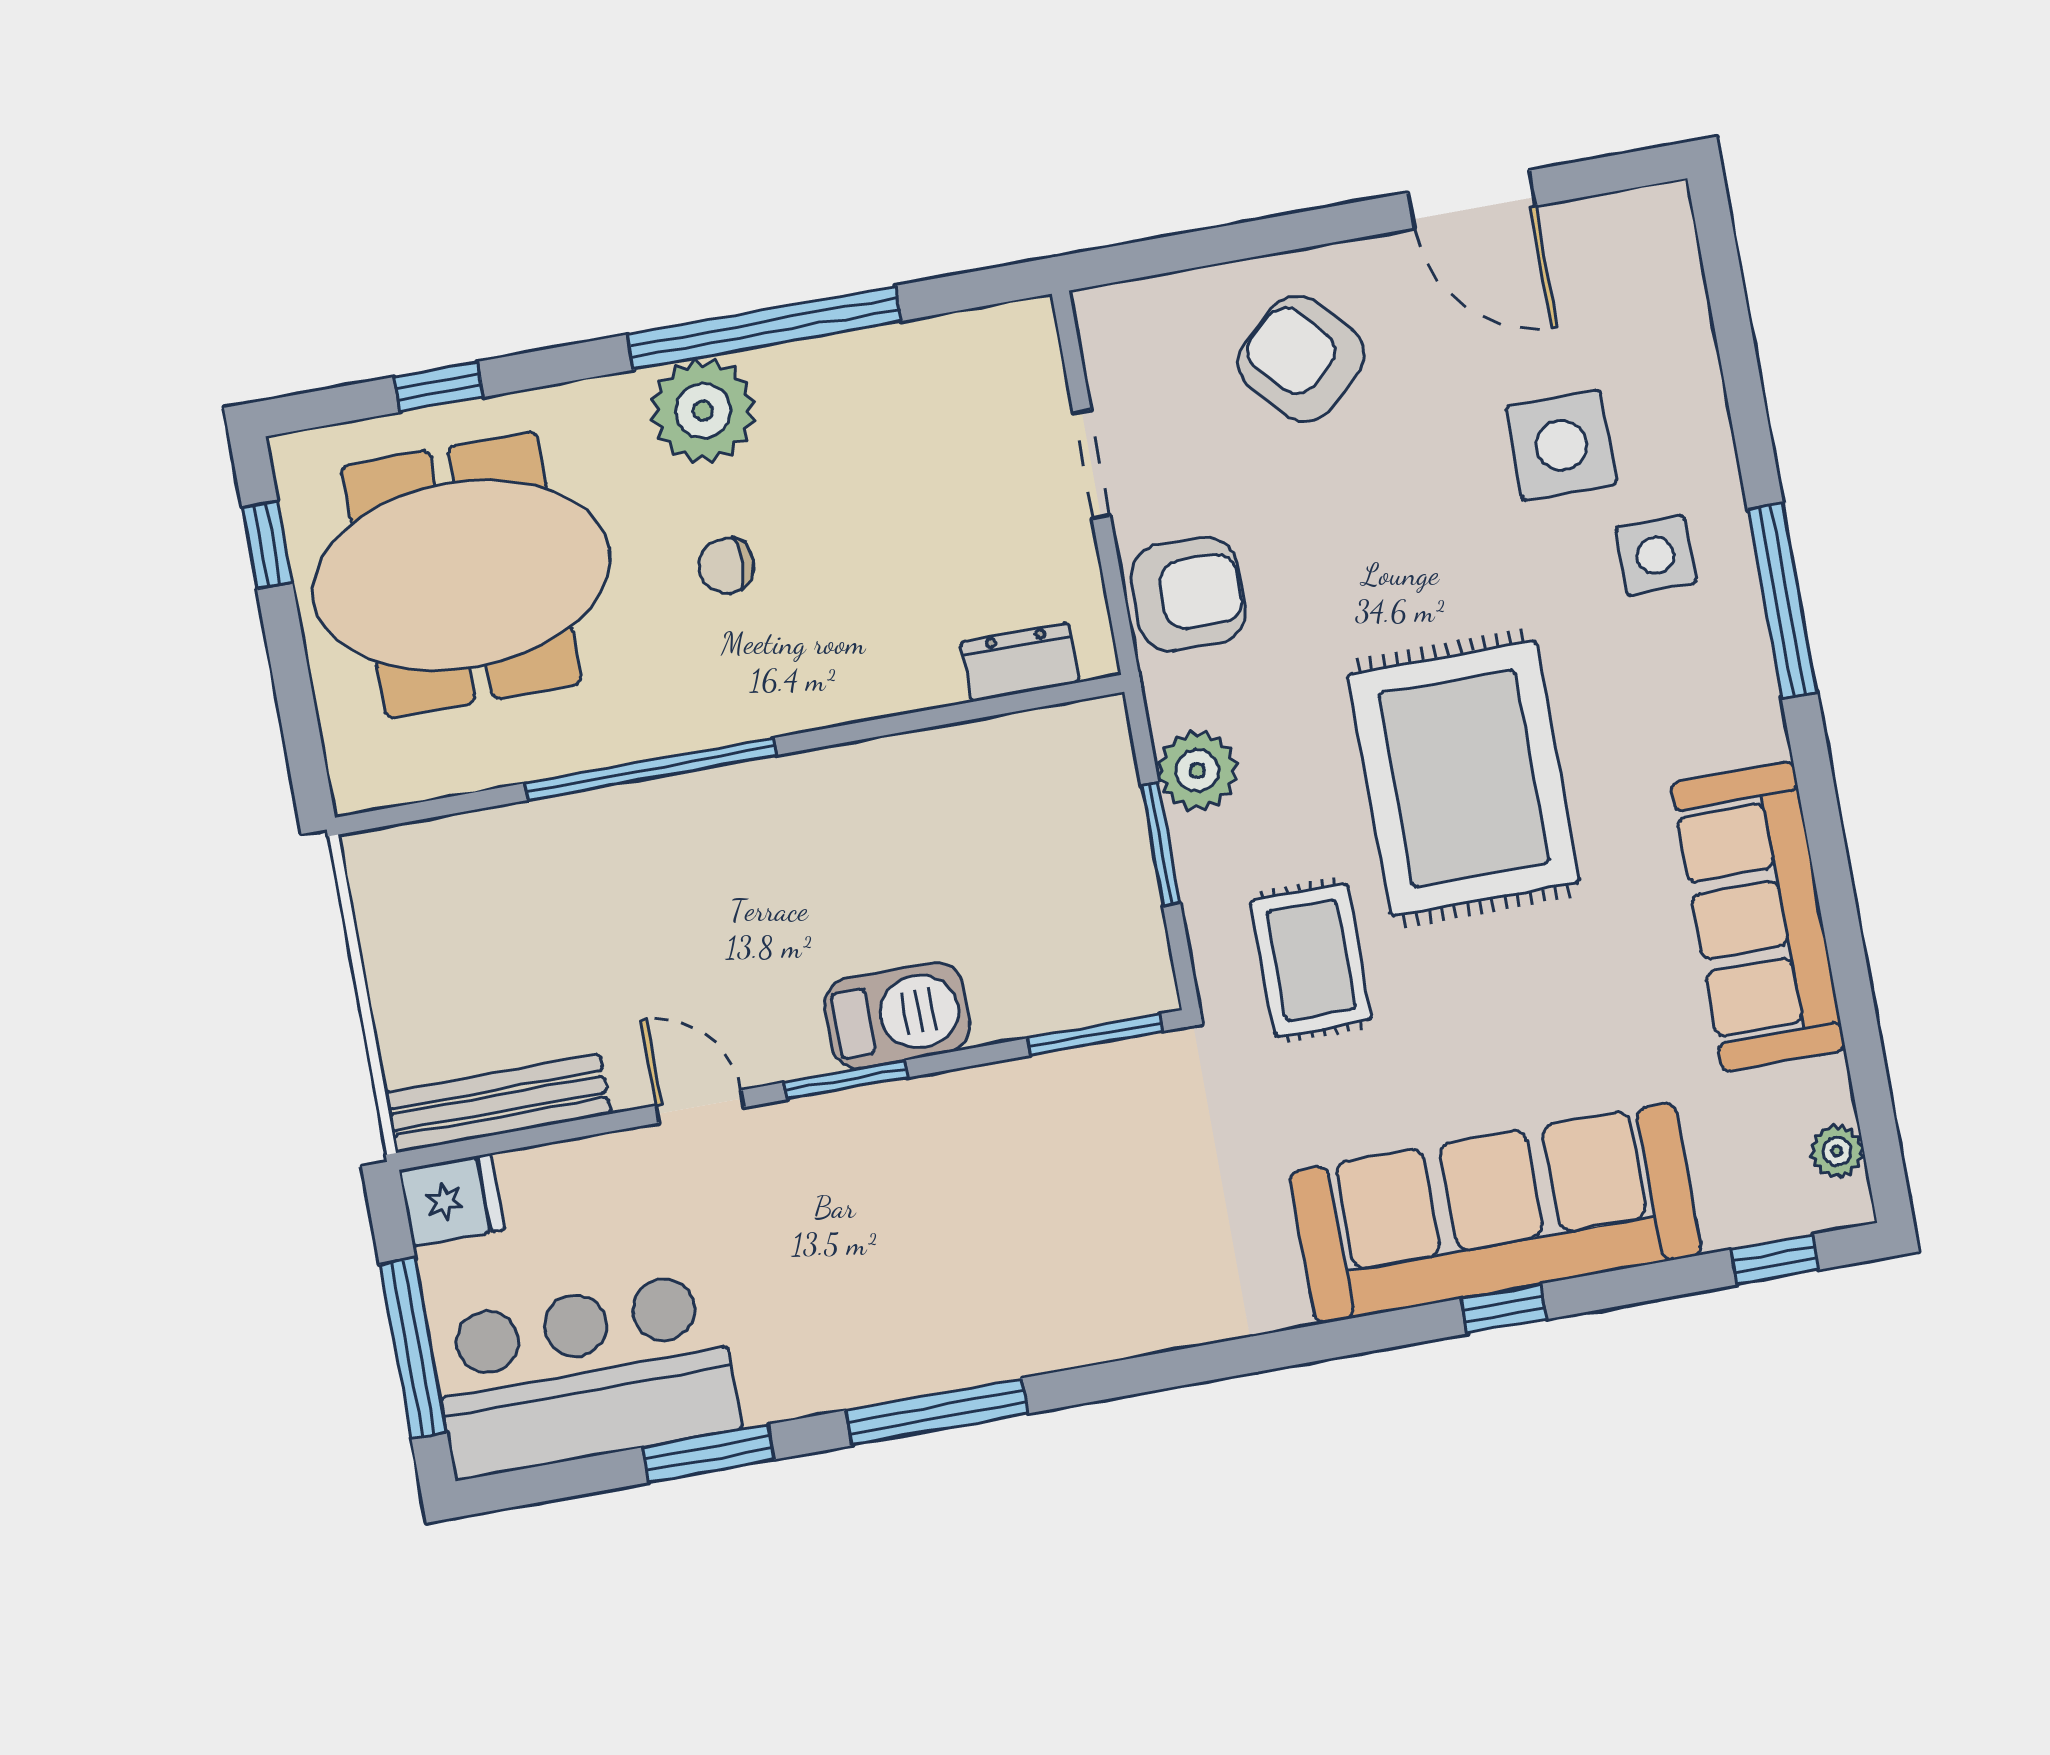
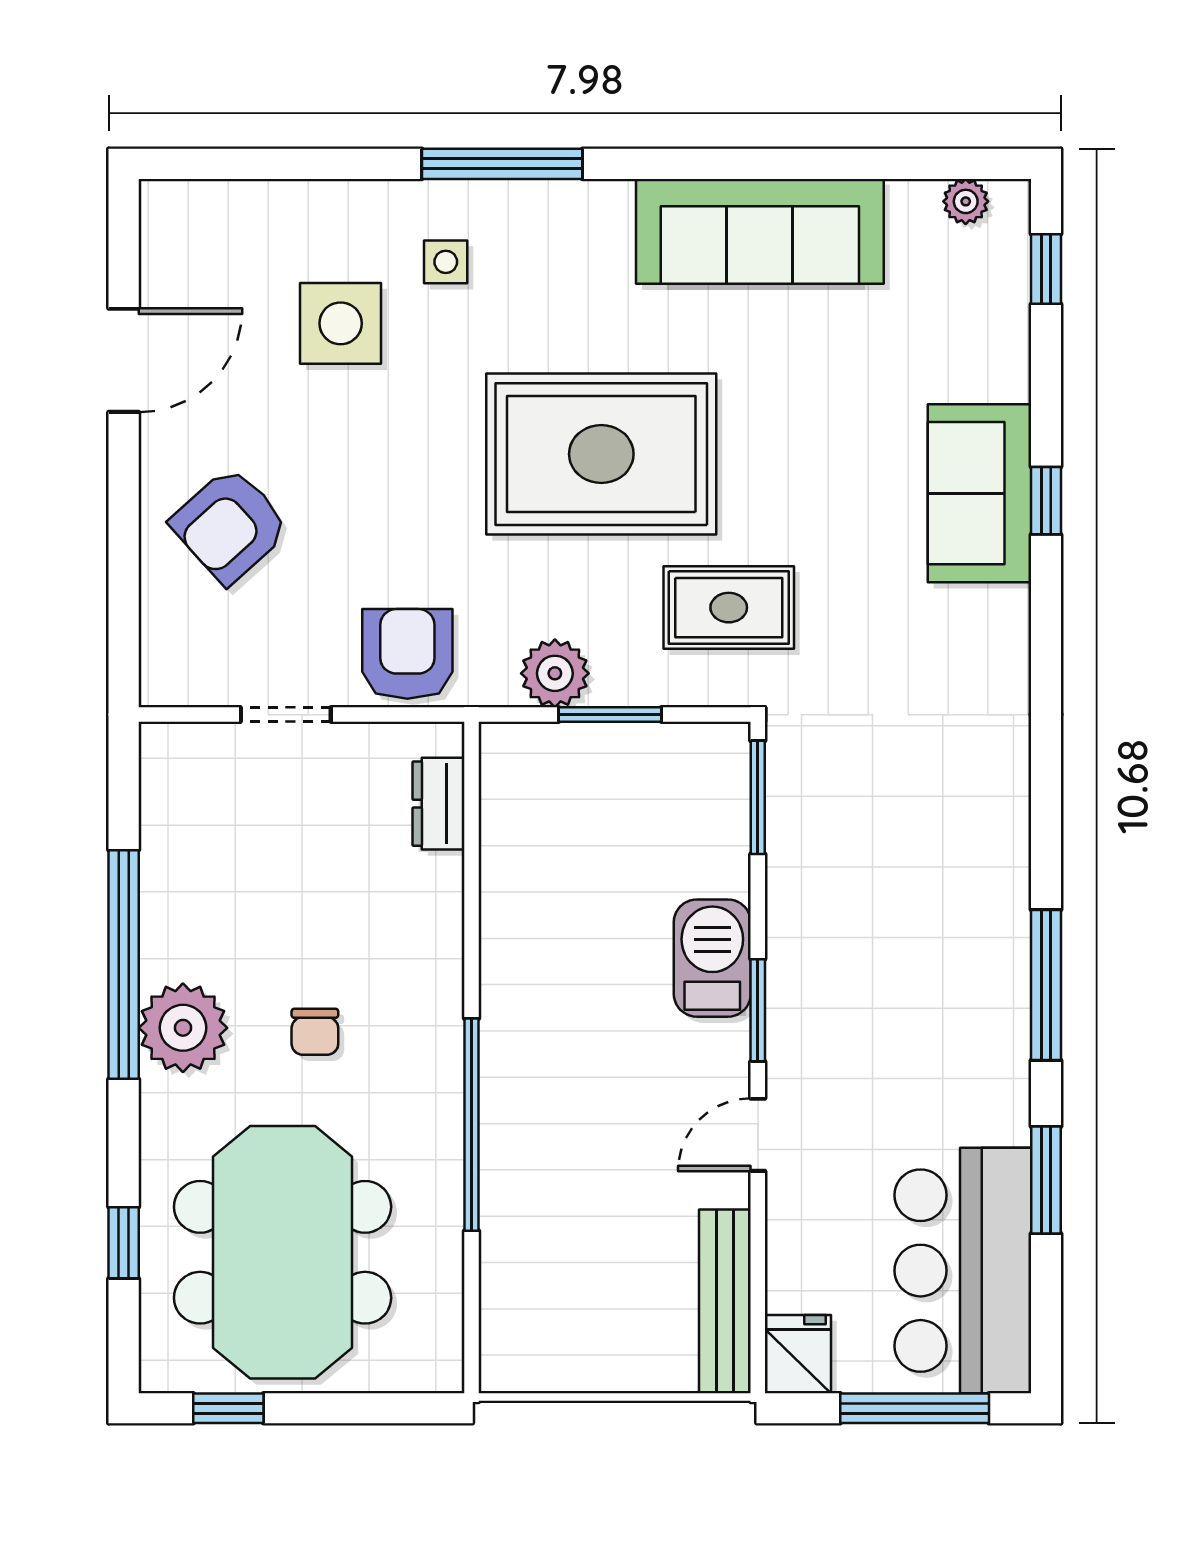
side table: (1656, 555) -> (446, 262), width x0.73, depth x0.73
sofa: (1495, 1213) -> (980, 493), width x0.54, depth x0.79

